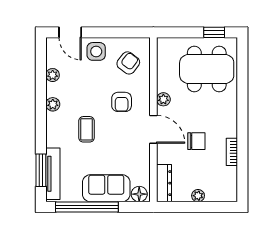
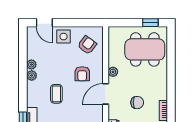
plant: (53, 75) -> (31, 65), moved
door: (153, 129) -> (106, 94), swing flipped

